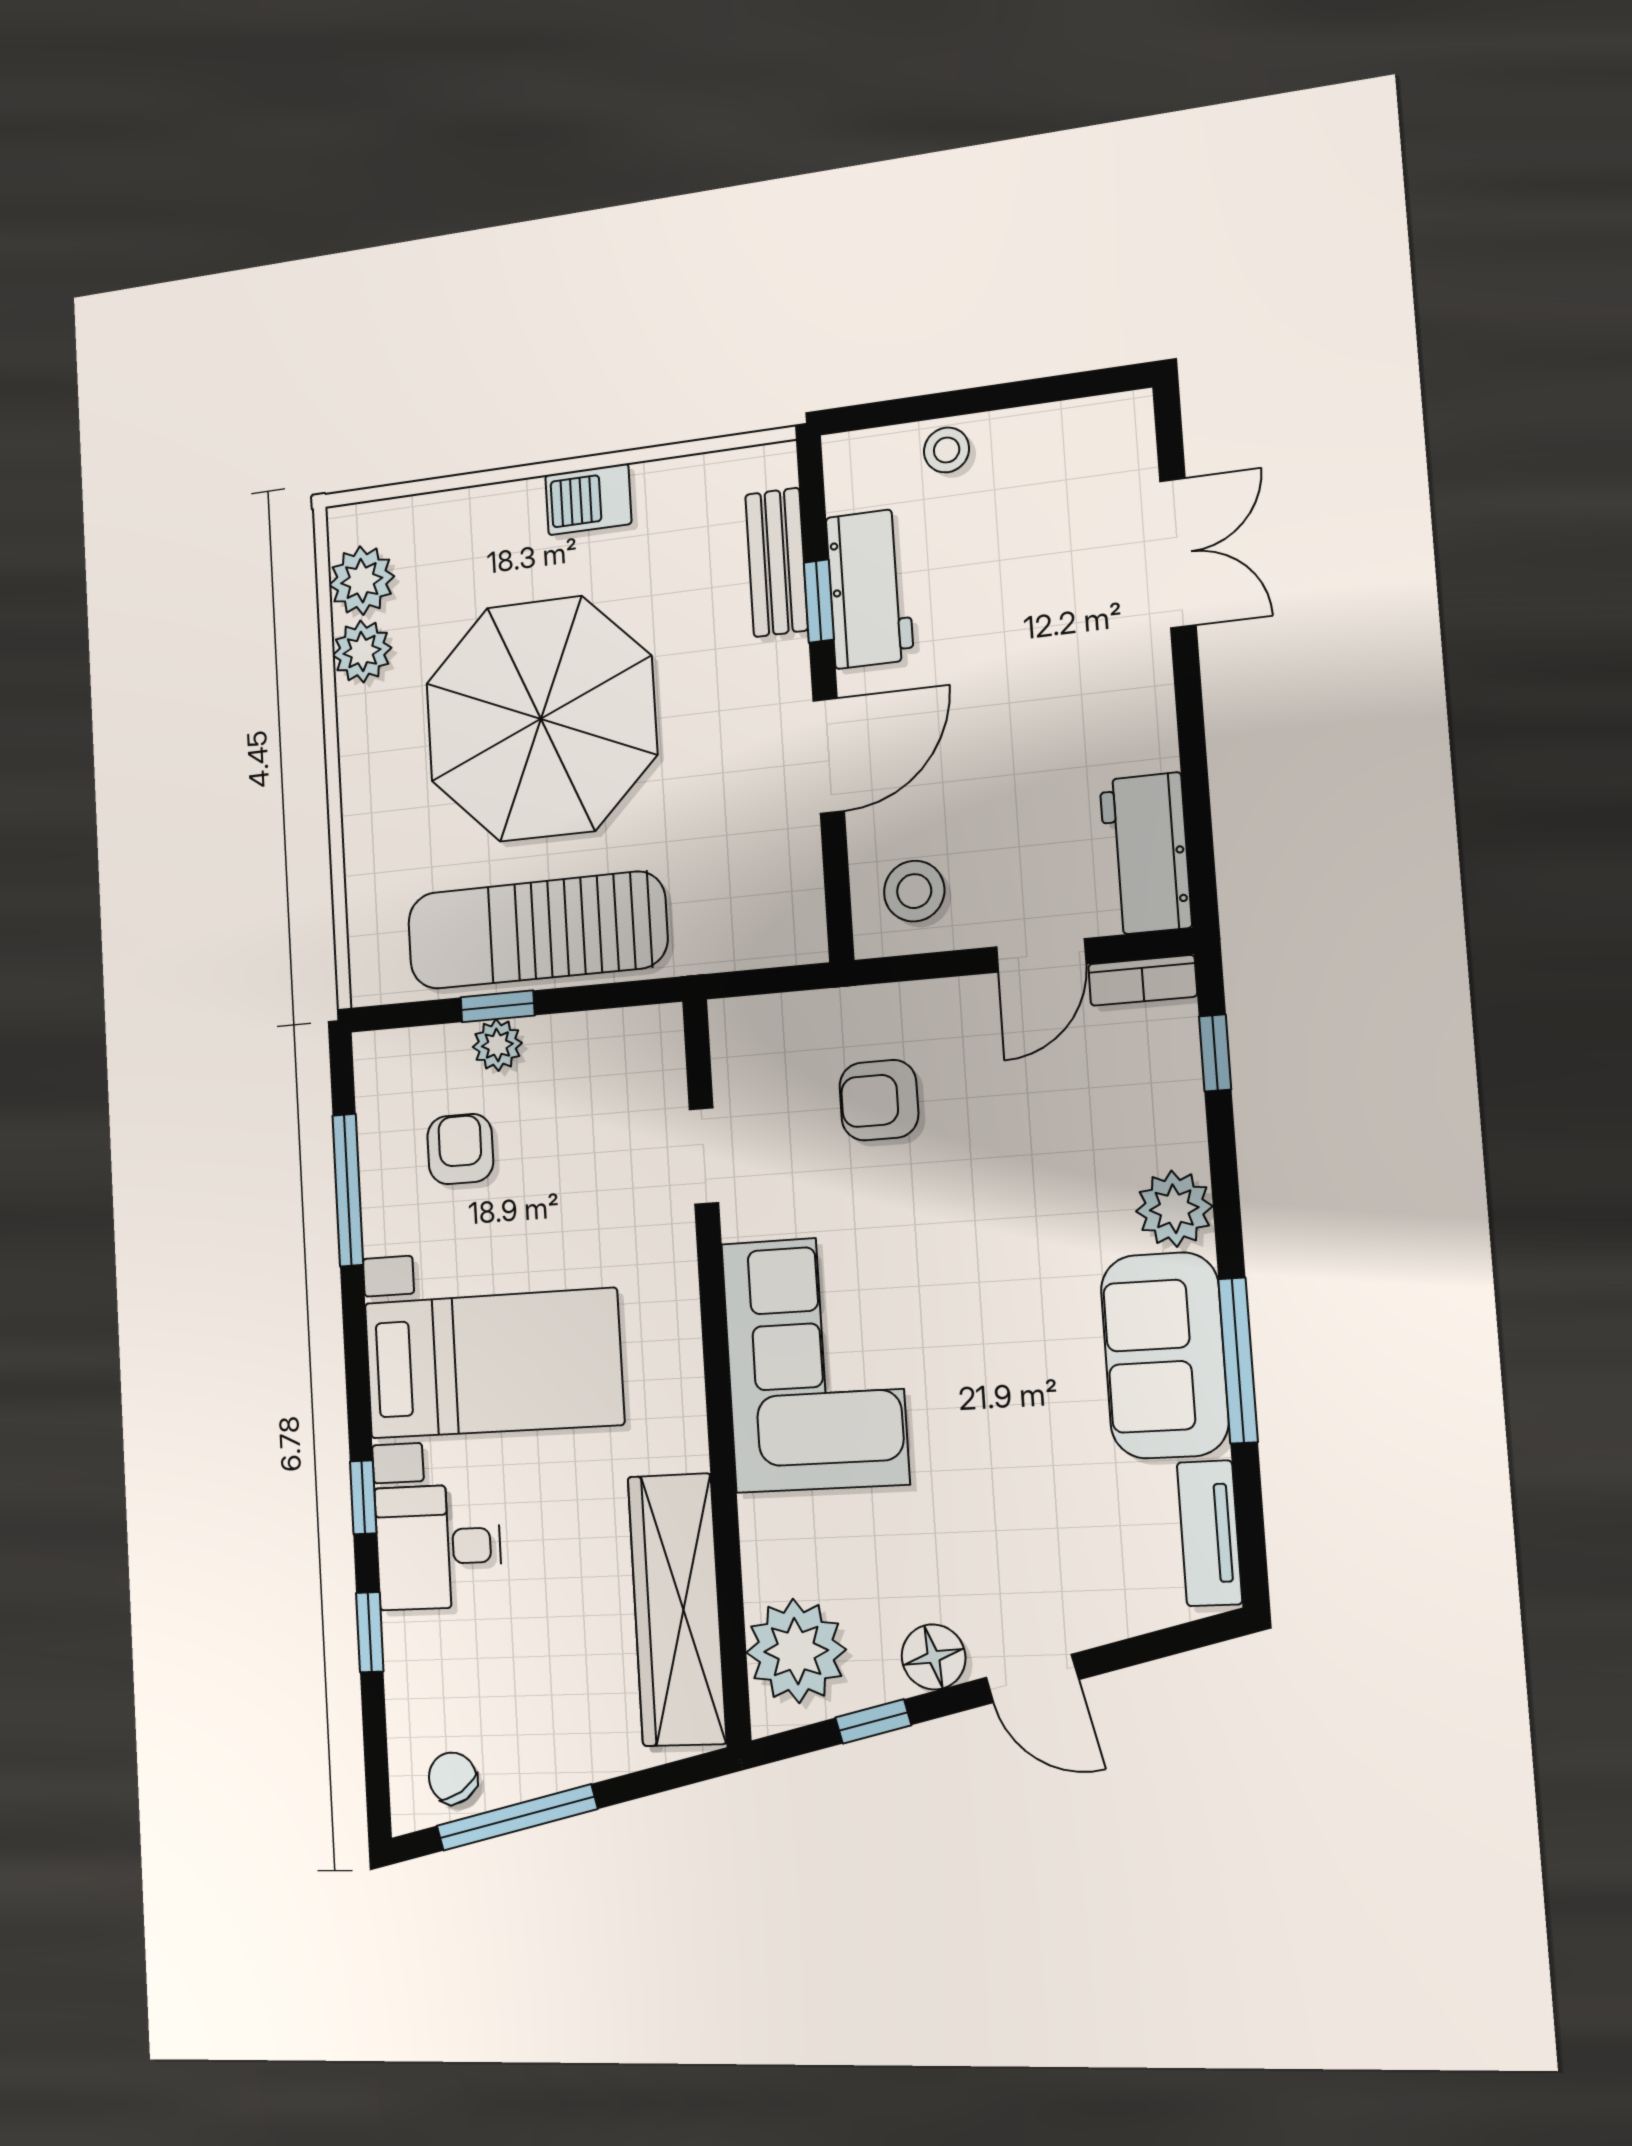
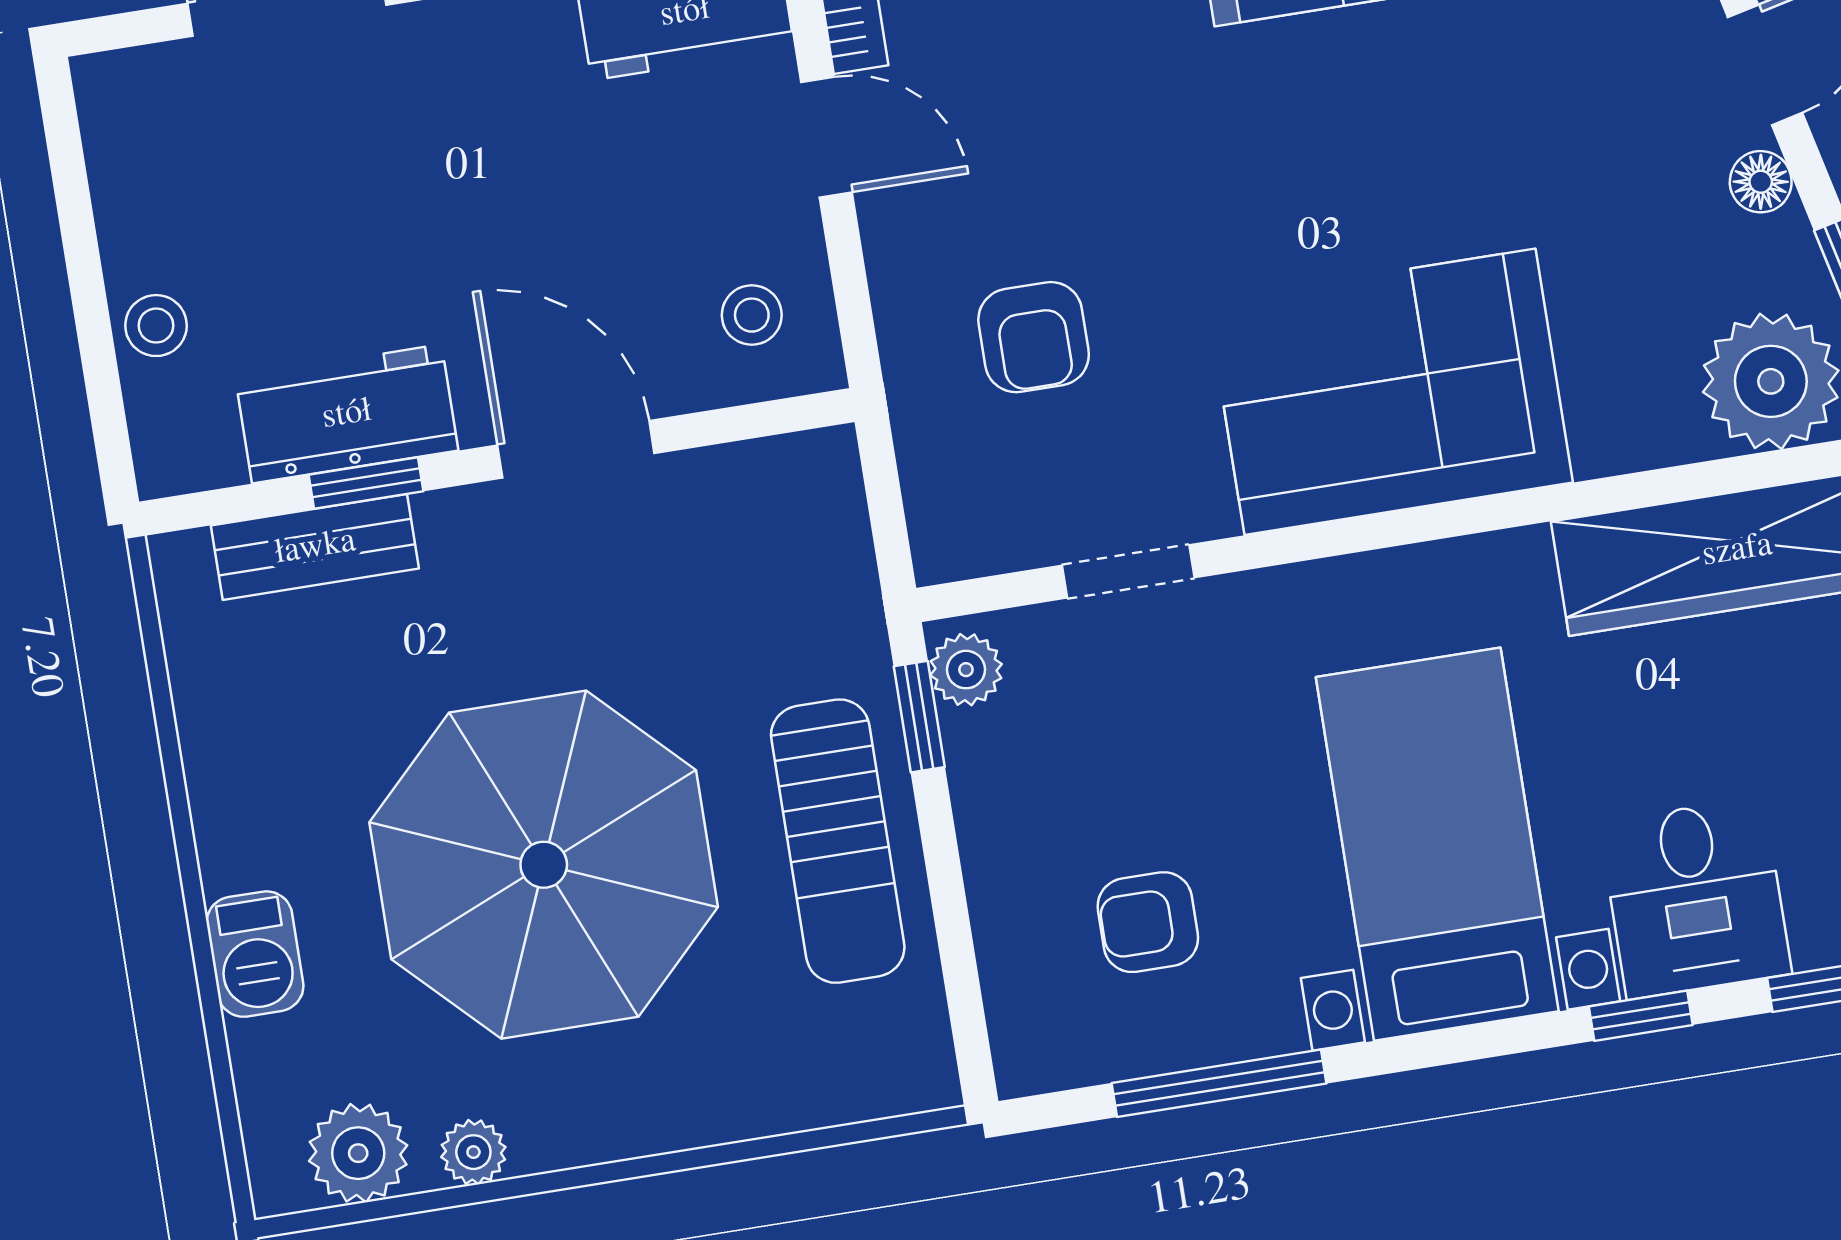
barbecue: (588, 499) -> (255, 954), moved
plant: (362, 652) -> (473, 1152), width x0.73, depth x0.73
stool: (914, 891) -> (752, 315), width x0.73, depth x0.73
sun lounger: (537, 930) -> (838, 841), width x0.73, depth x0.75
window: (498, 1006) -> (919, 717), moved
plant: (497, 1045) -> (966, 670), moved
floor lamp: (934, 1657) -> (1761, 182), width x0.73, depth x0.73

